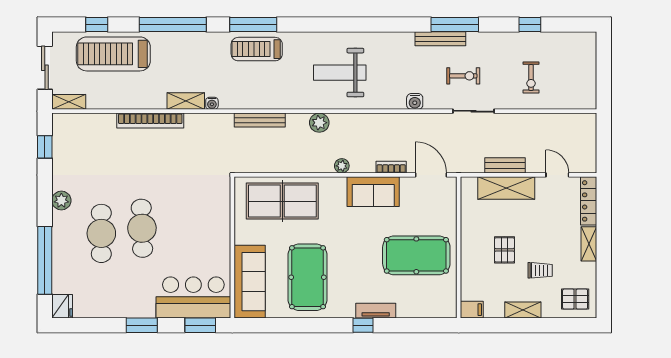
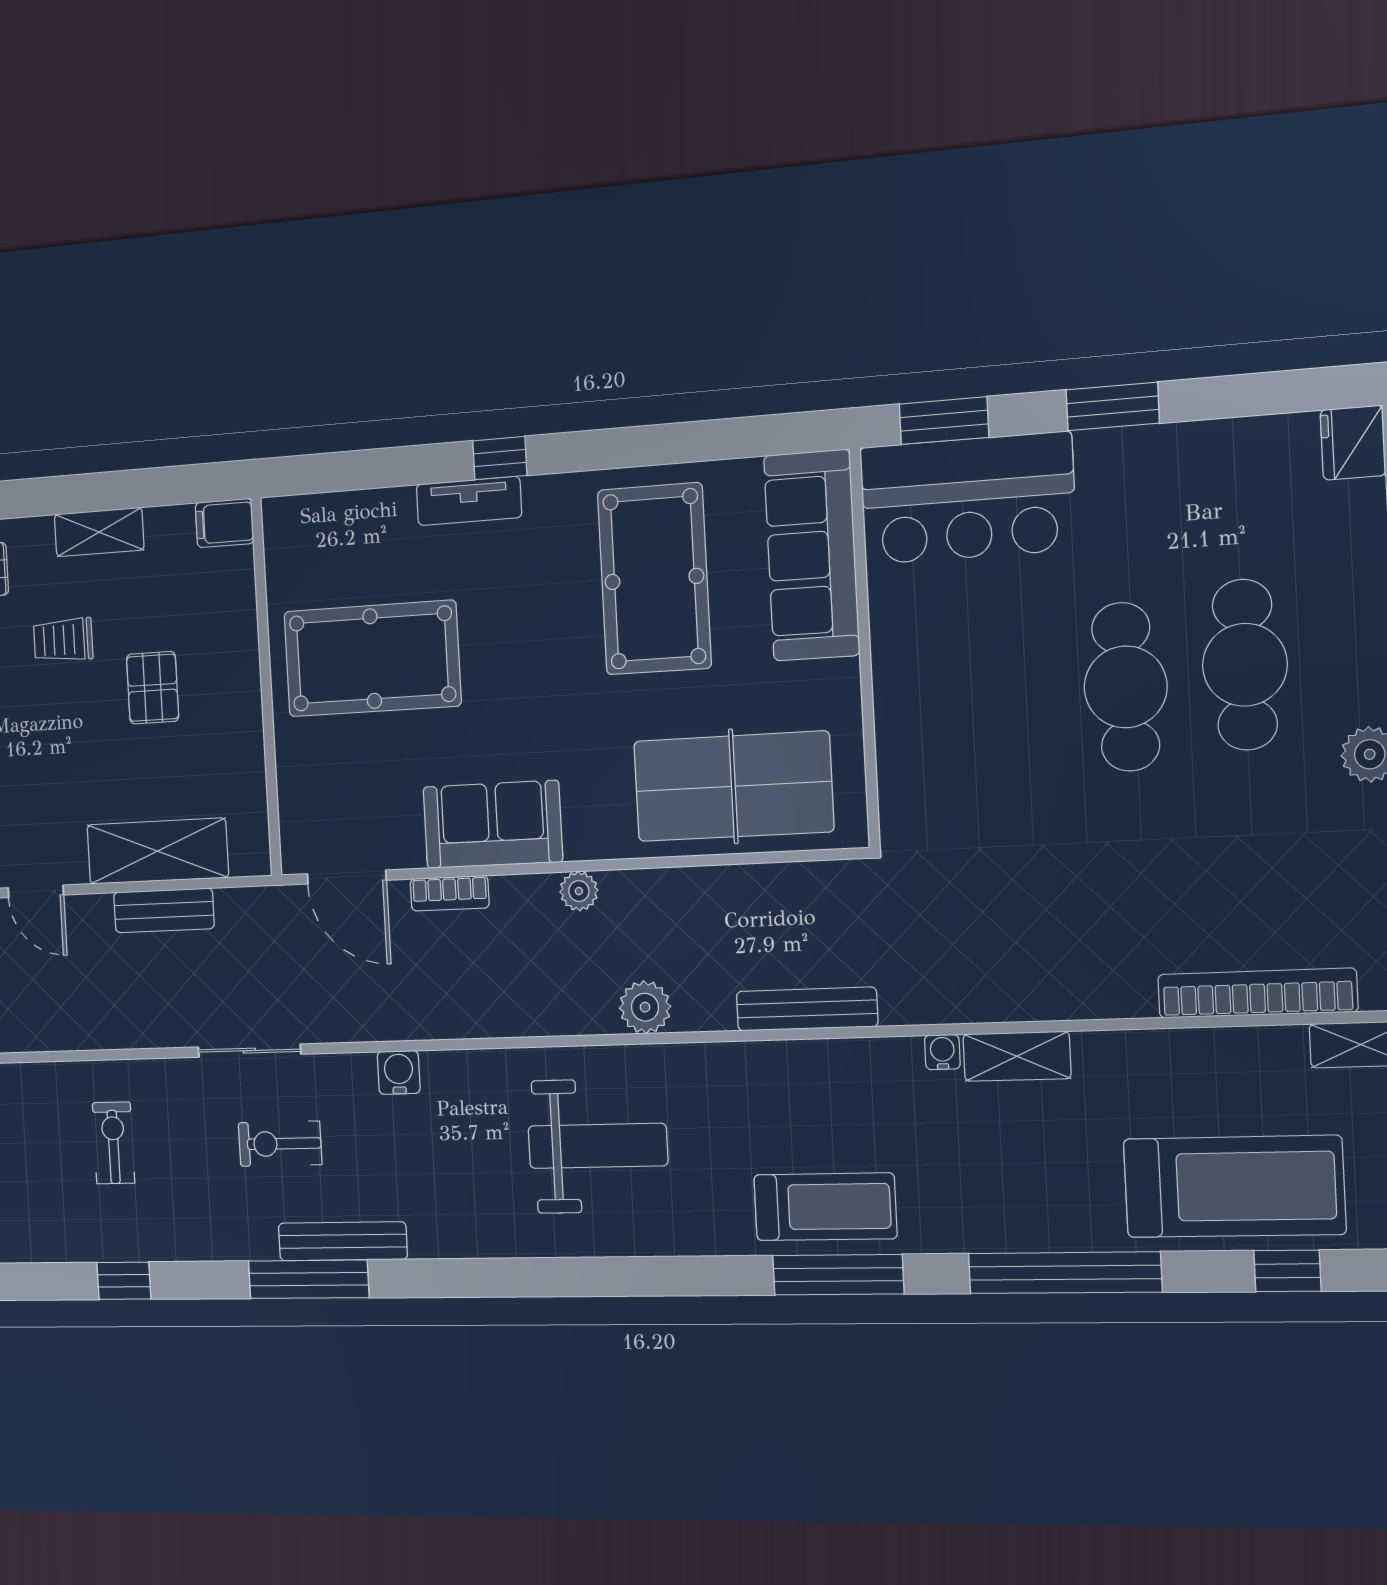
bookcase: (150, 121) -> (1257, 993), moved

